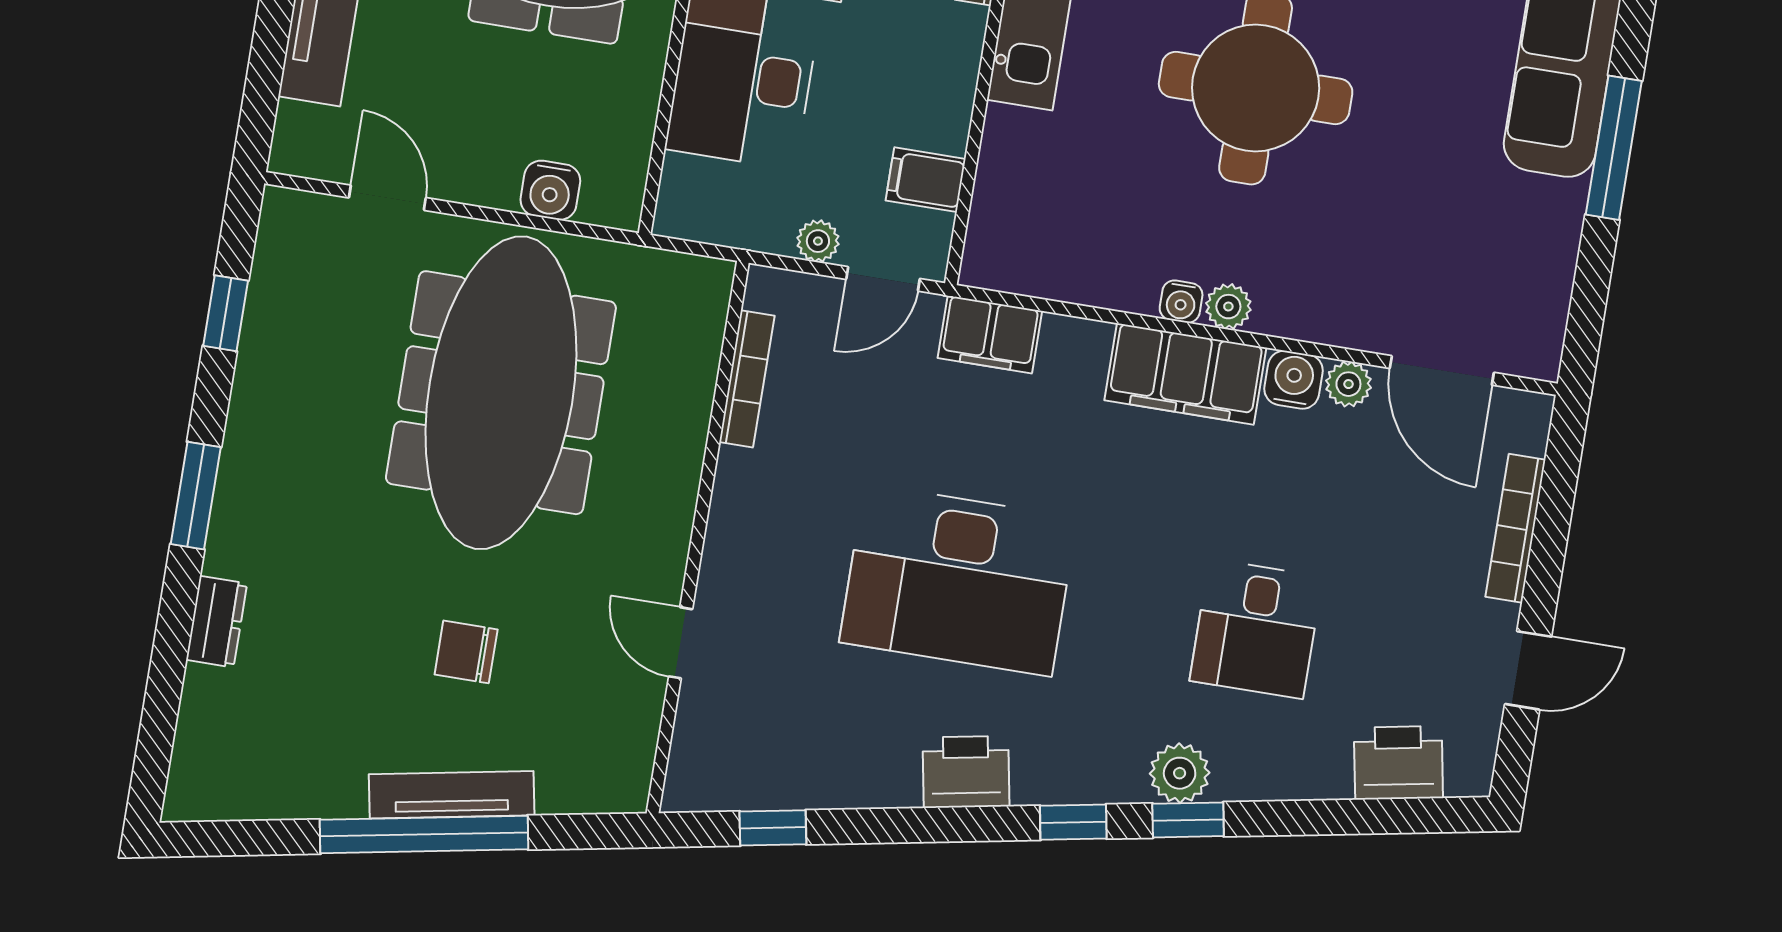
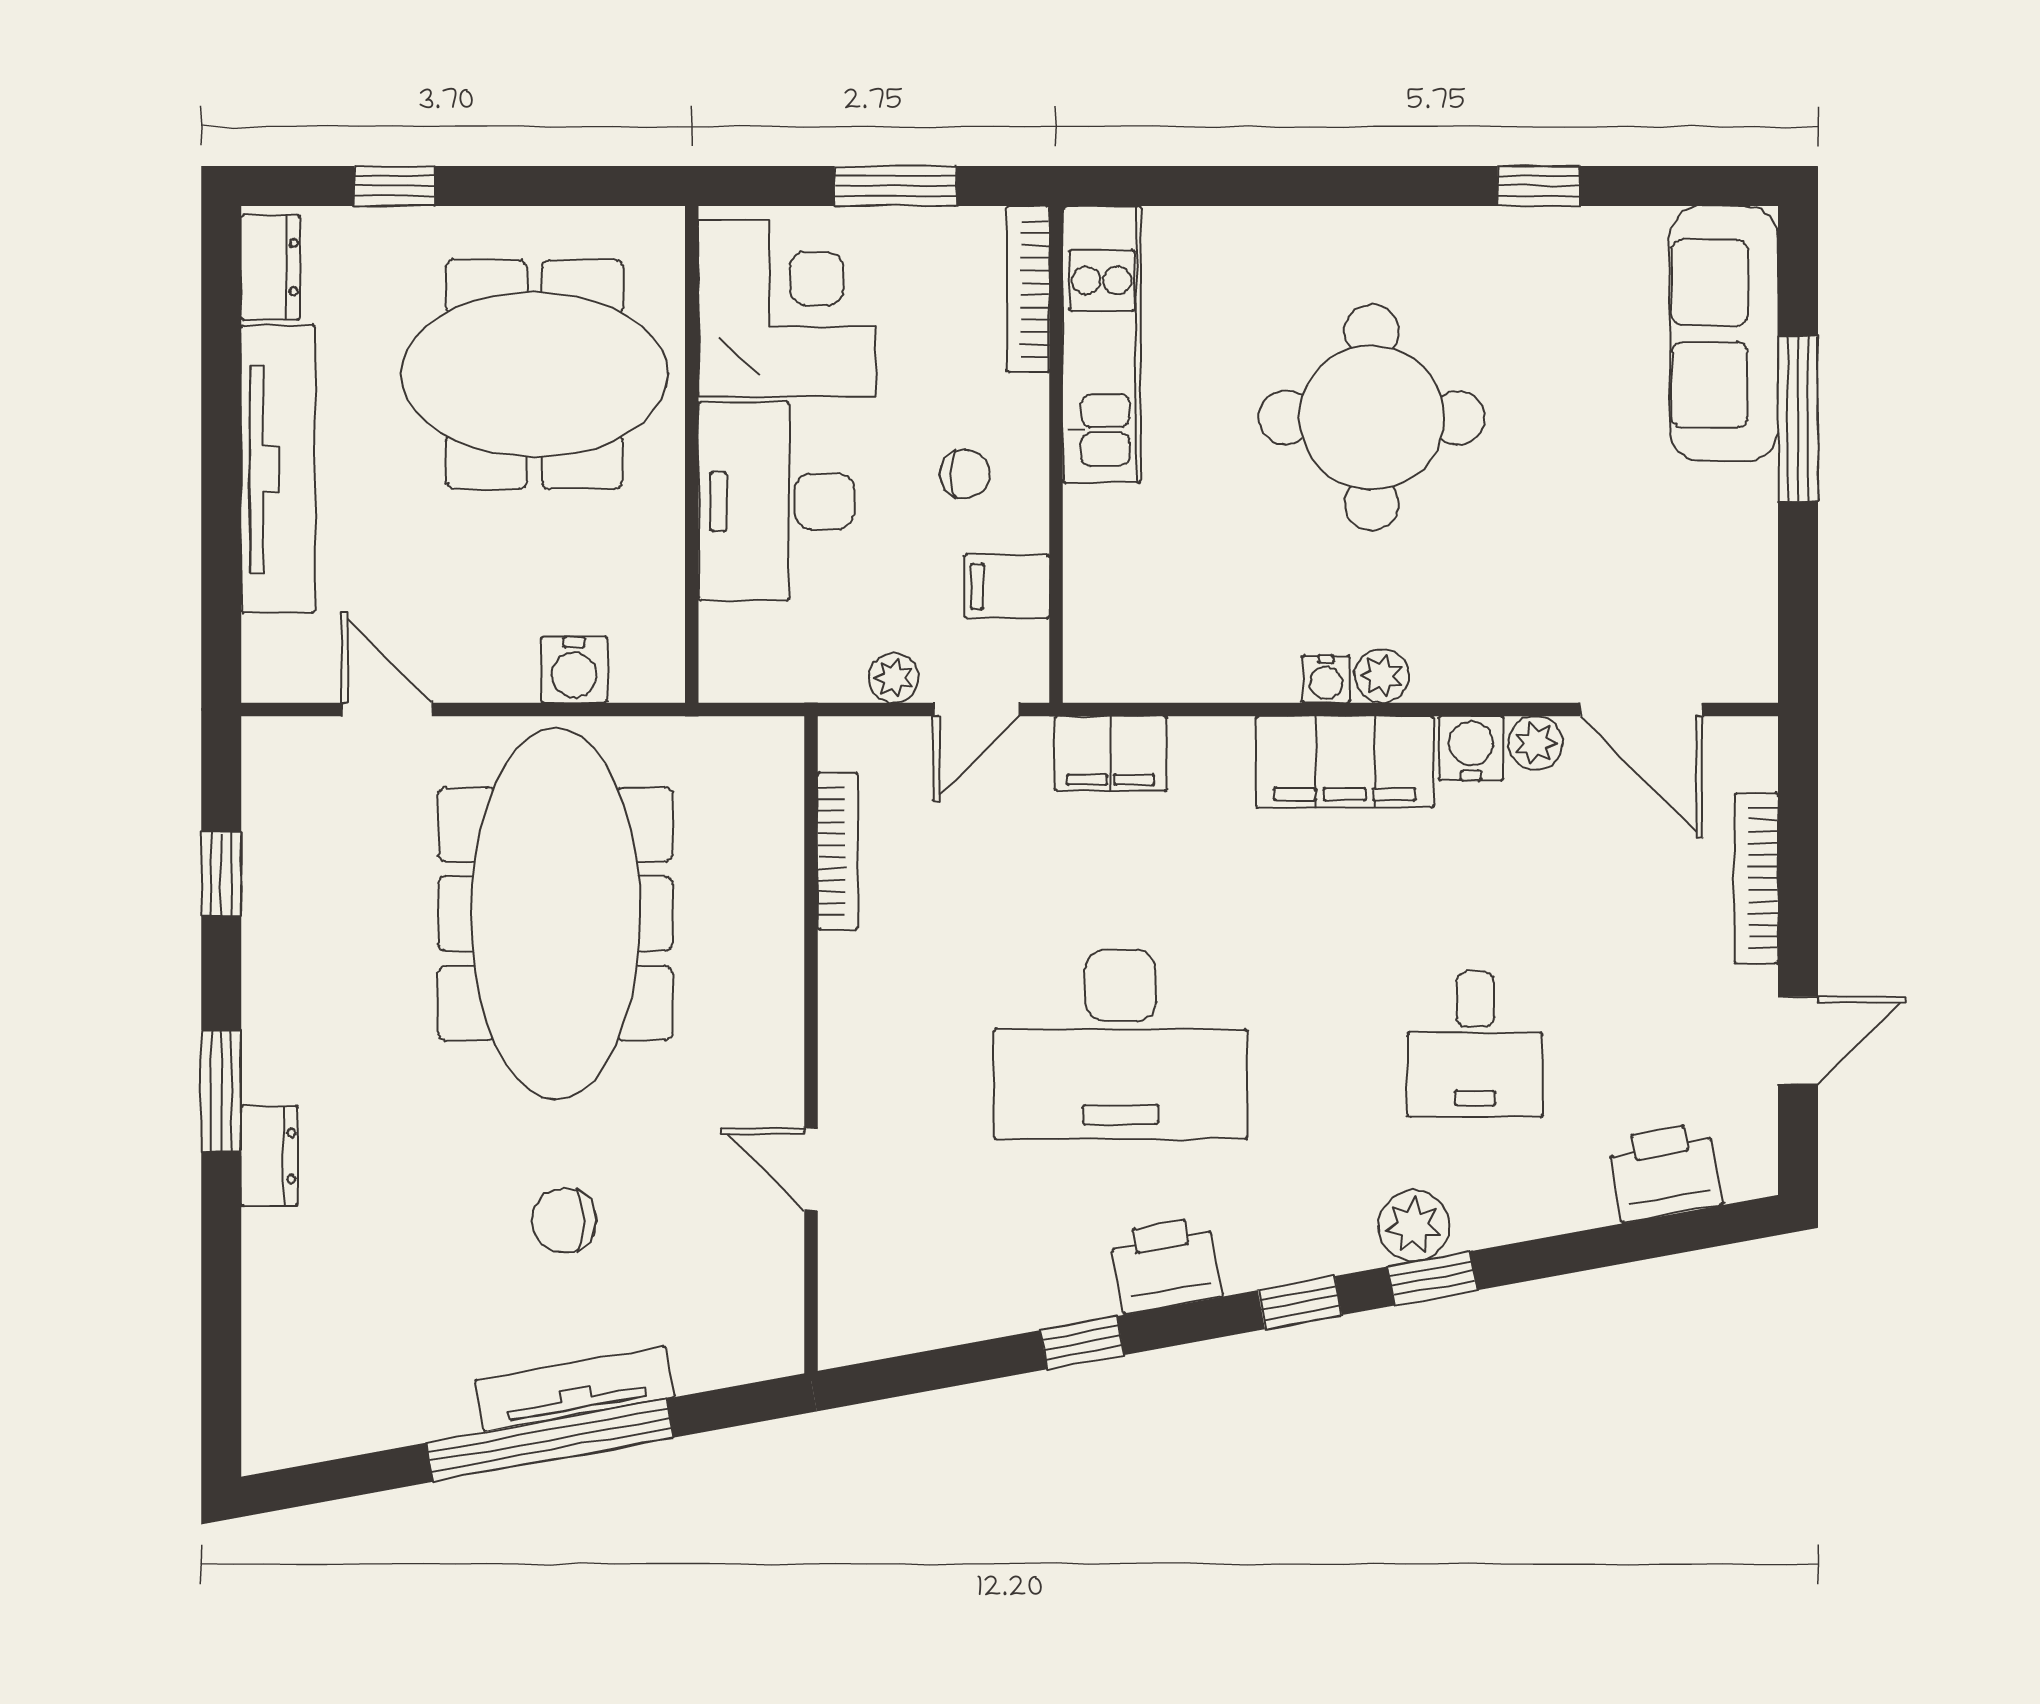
chair: (906, 80) -> (965, 474), added
dresser: (217, 622) -> (269, 1156), moved
window: (773, 828) -> (1082, 1343), moved

